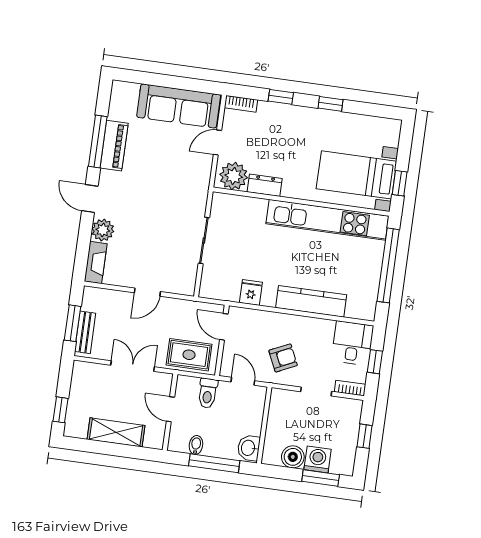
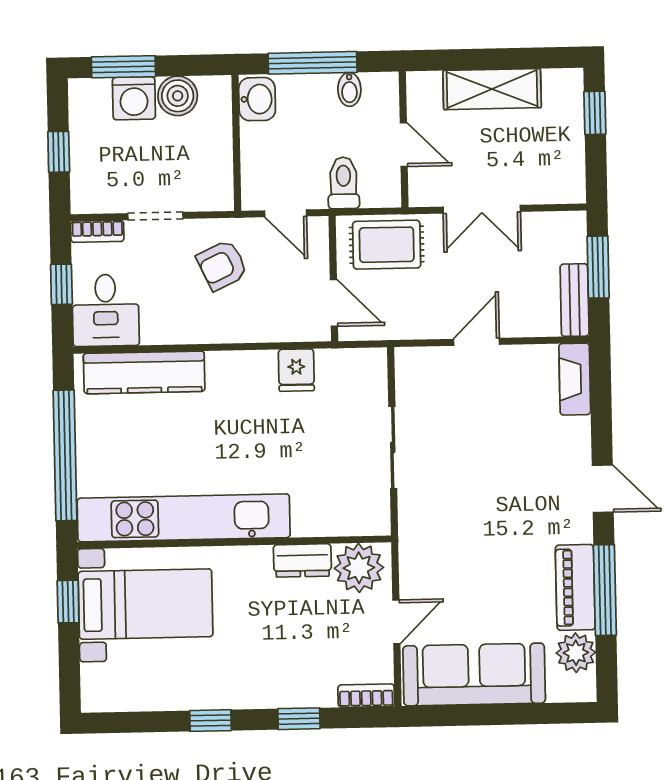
plant: (103, 230) -> (576, 653), moved
kitchen counter: (311, 301) -> (144, 372), moved
bench: (85, 332) -> (575, 300), moved

